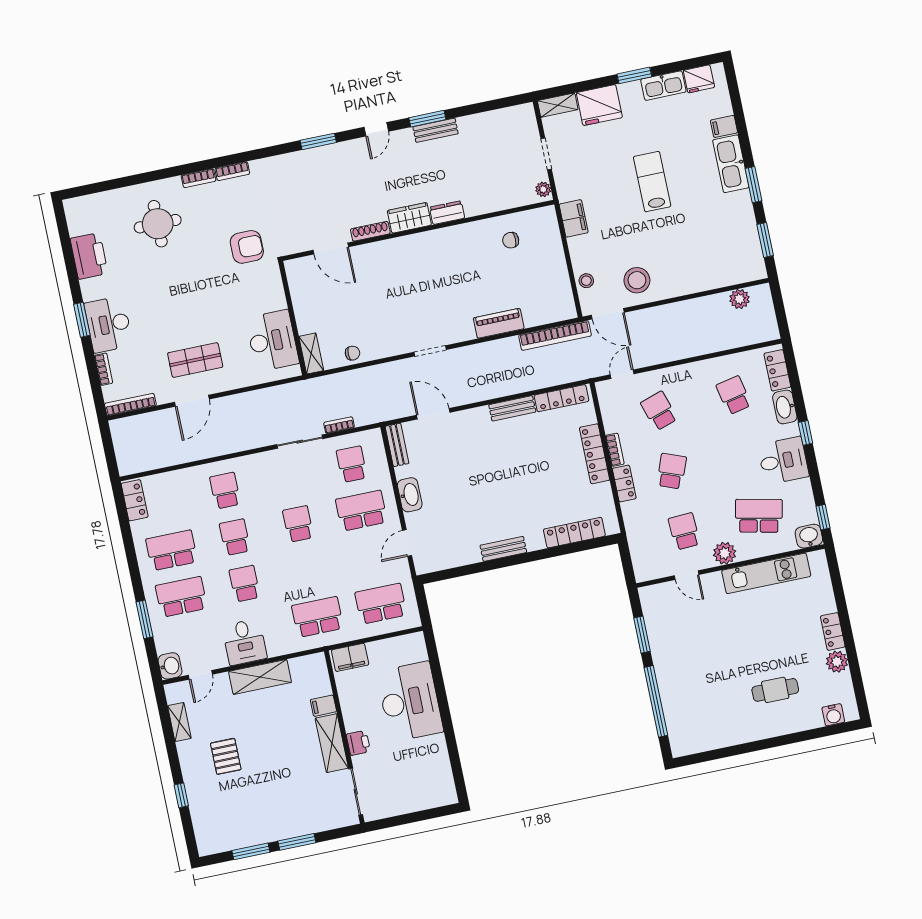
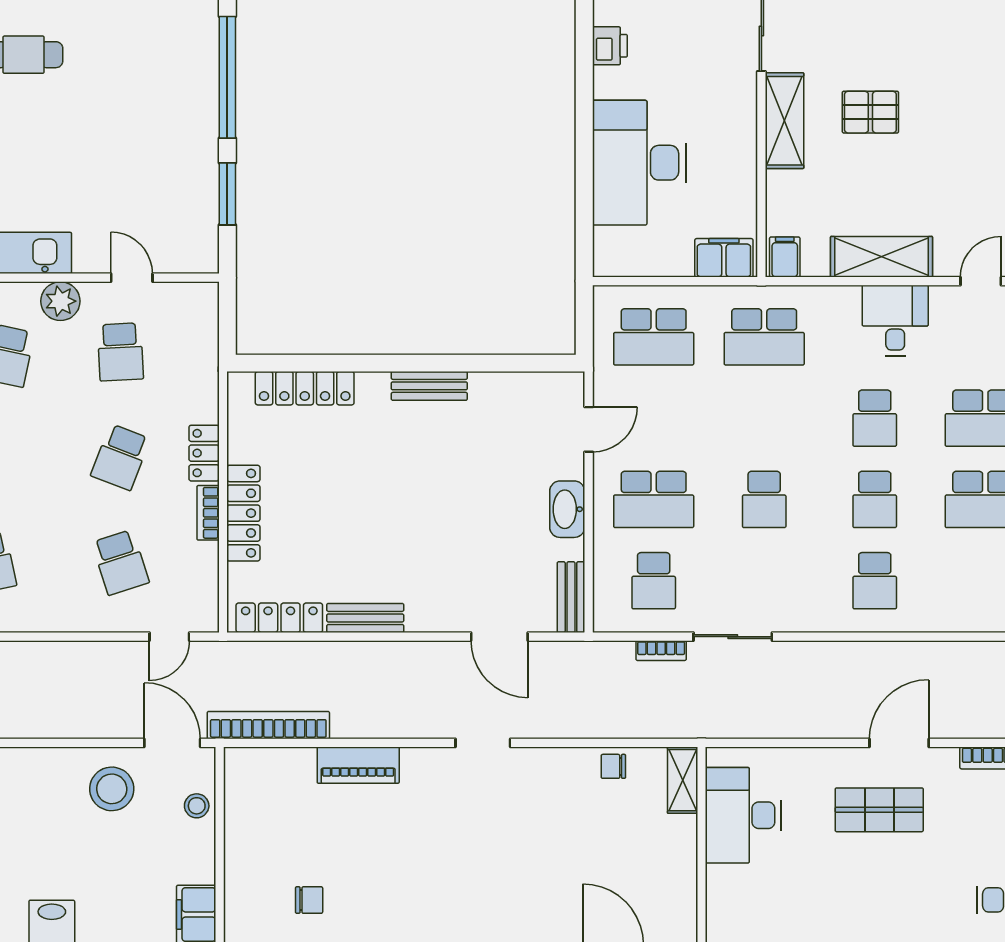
filing cabinet: (323, 706) -> (785, 257), moved, turned -90
printer: (358, 743) -> (610, 46), moved, turned 180
pallet: (226, 756) -> (870, 112), moved, turned 90

